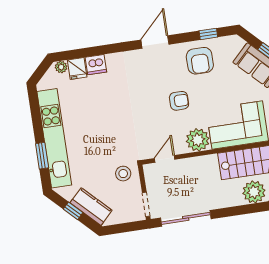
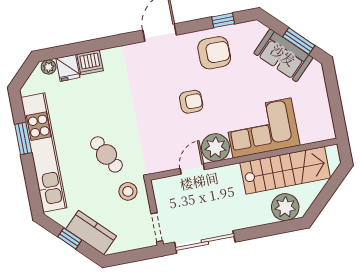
armchair: (200, 61) -> (214, 53), turned -90
cafe table: (106, 142) -> (106, 154), added
window: (42, 156) -> (23, 138), moved
door: (165, 159) -> (192, 169), moved

